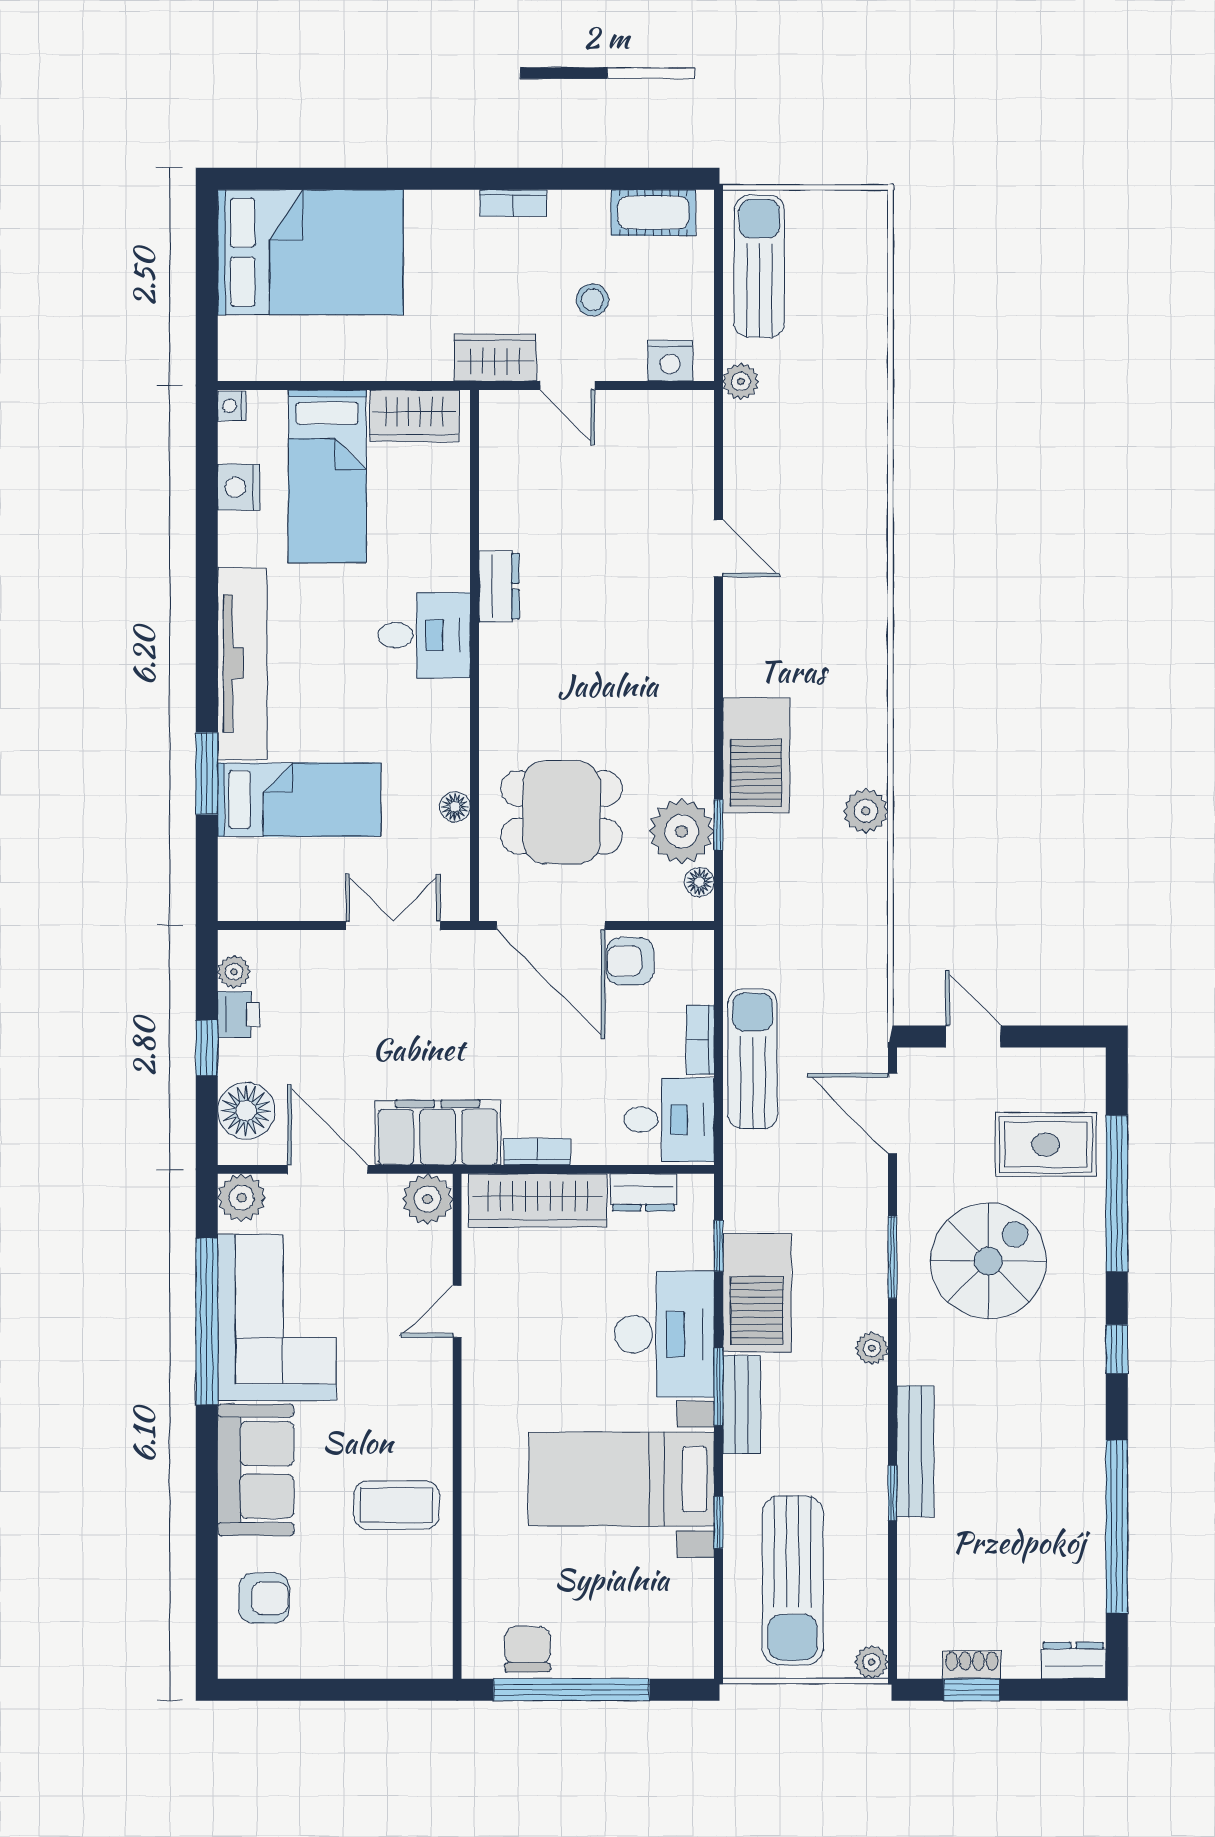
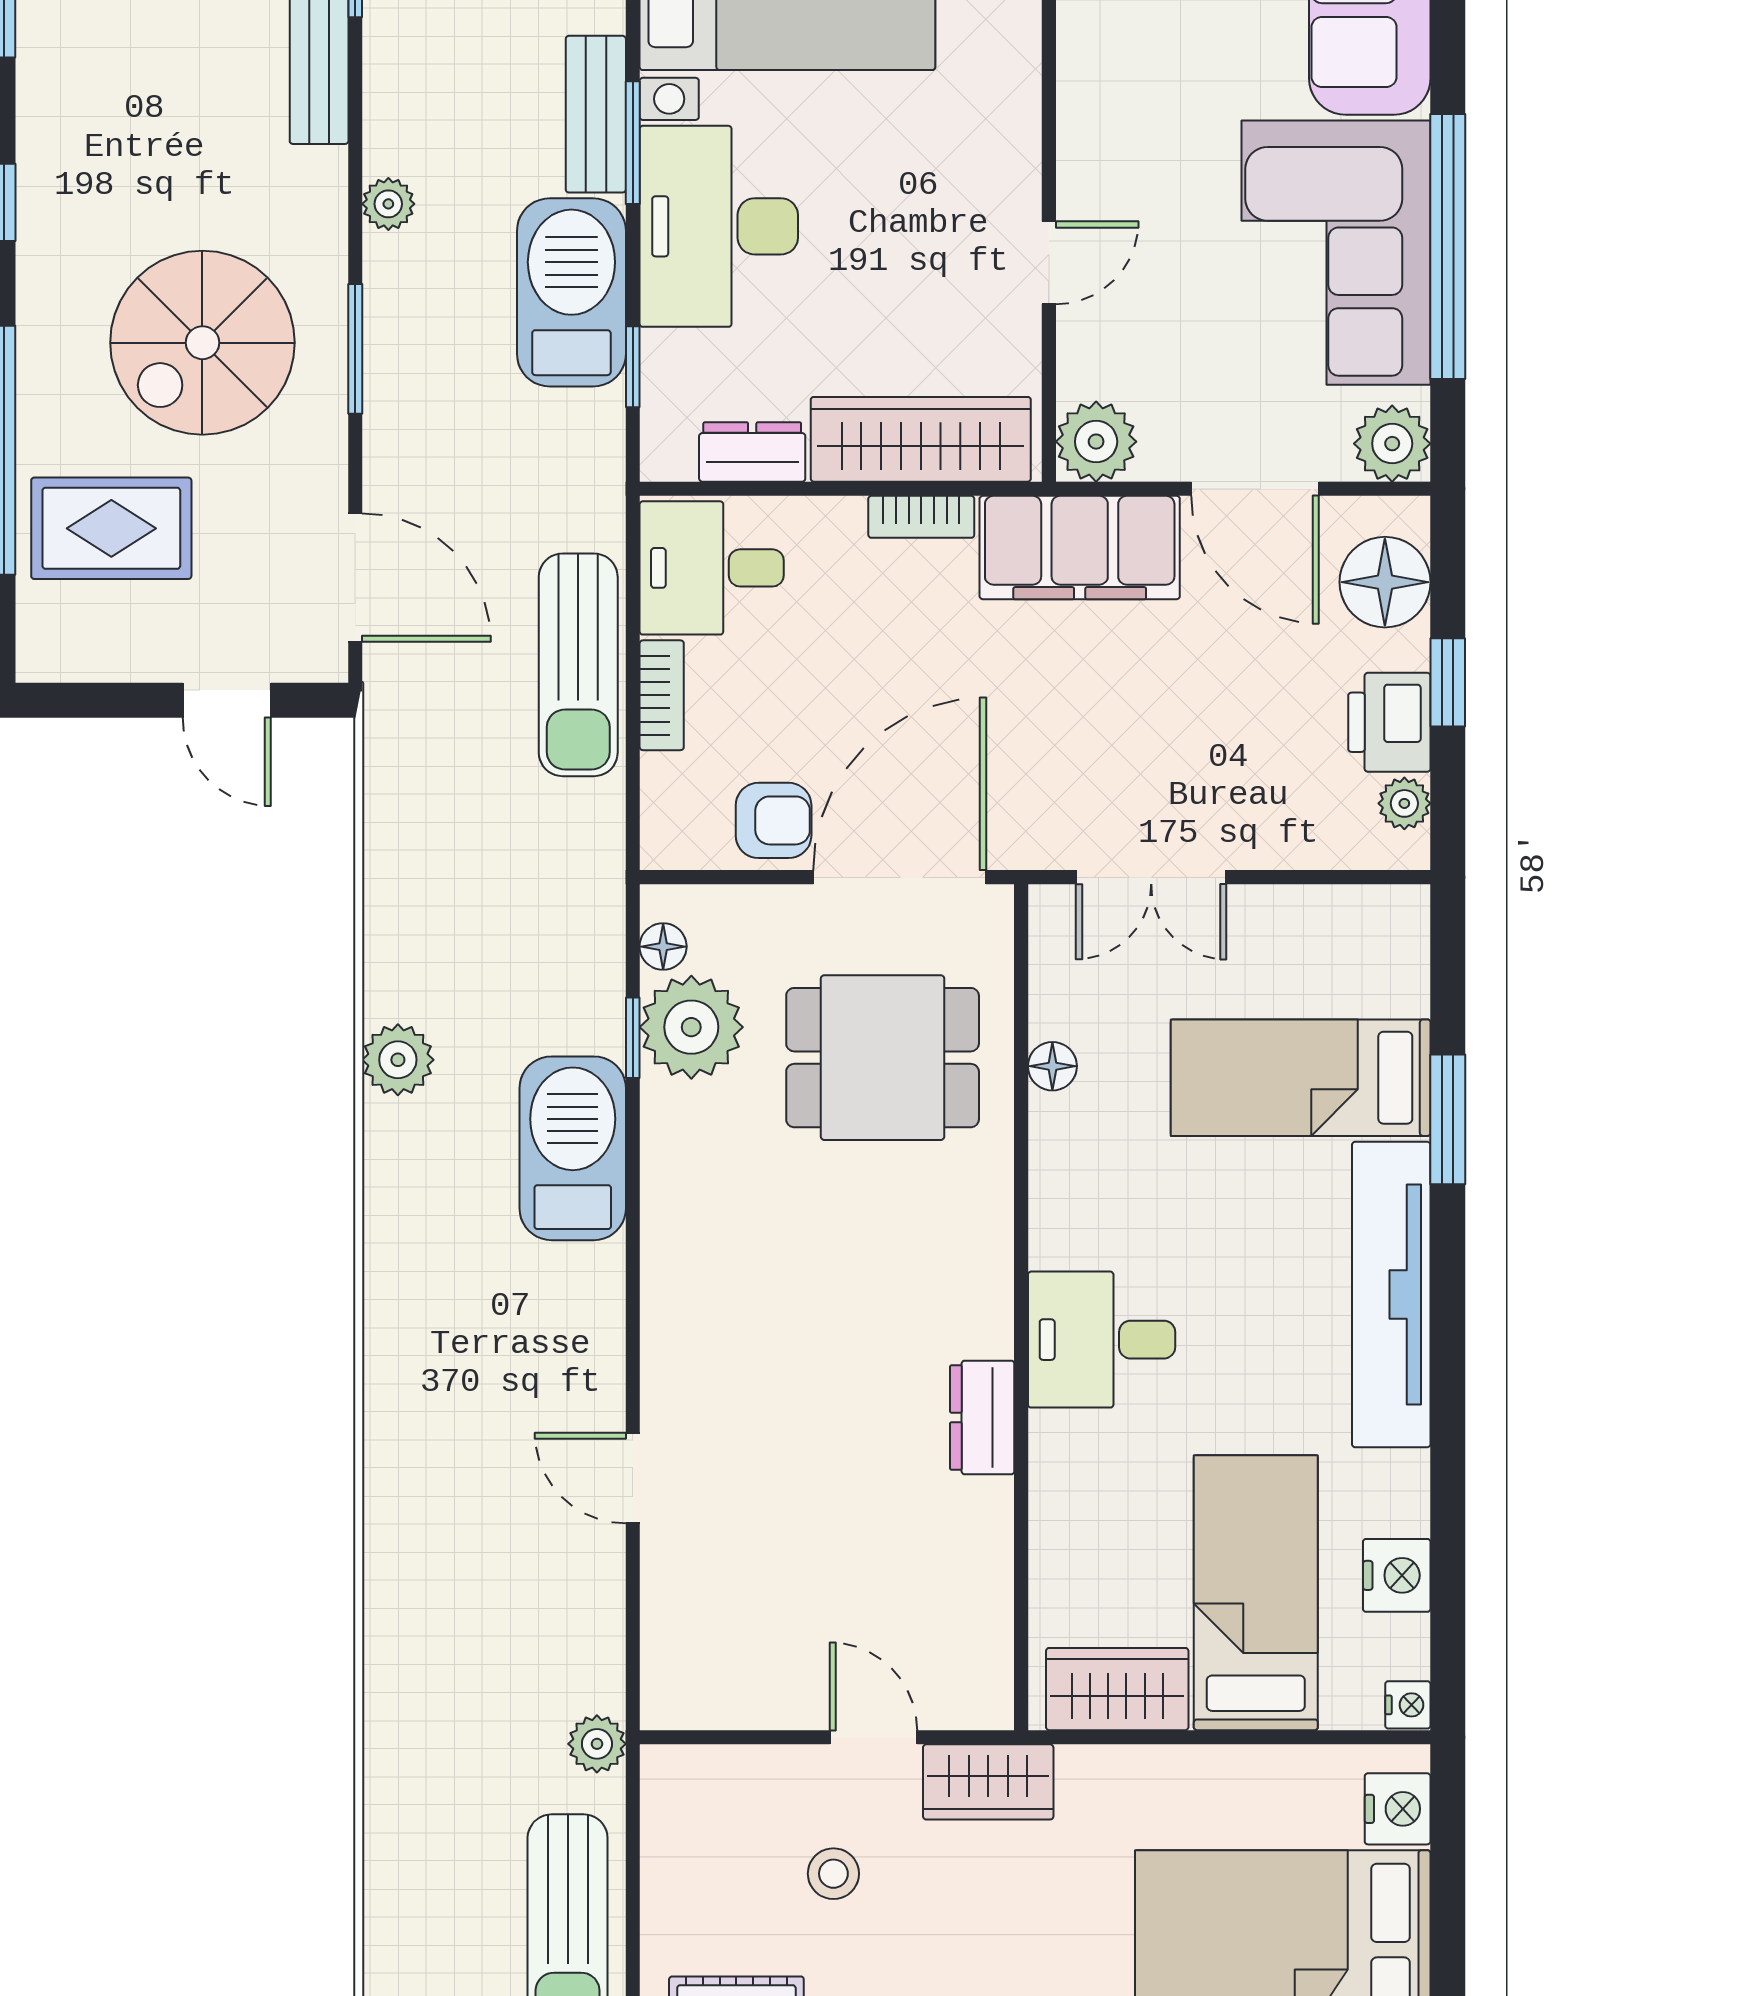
nightstand: (670, 361) -> (1398, 1809), moved, turned 90
door: (551, 926) -> (900, 877), hinge flipped
printer: (238, 1014) -> (1389, 722), width x1.36, depth x1.24

